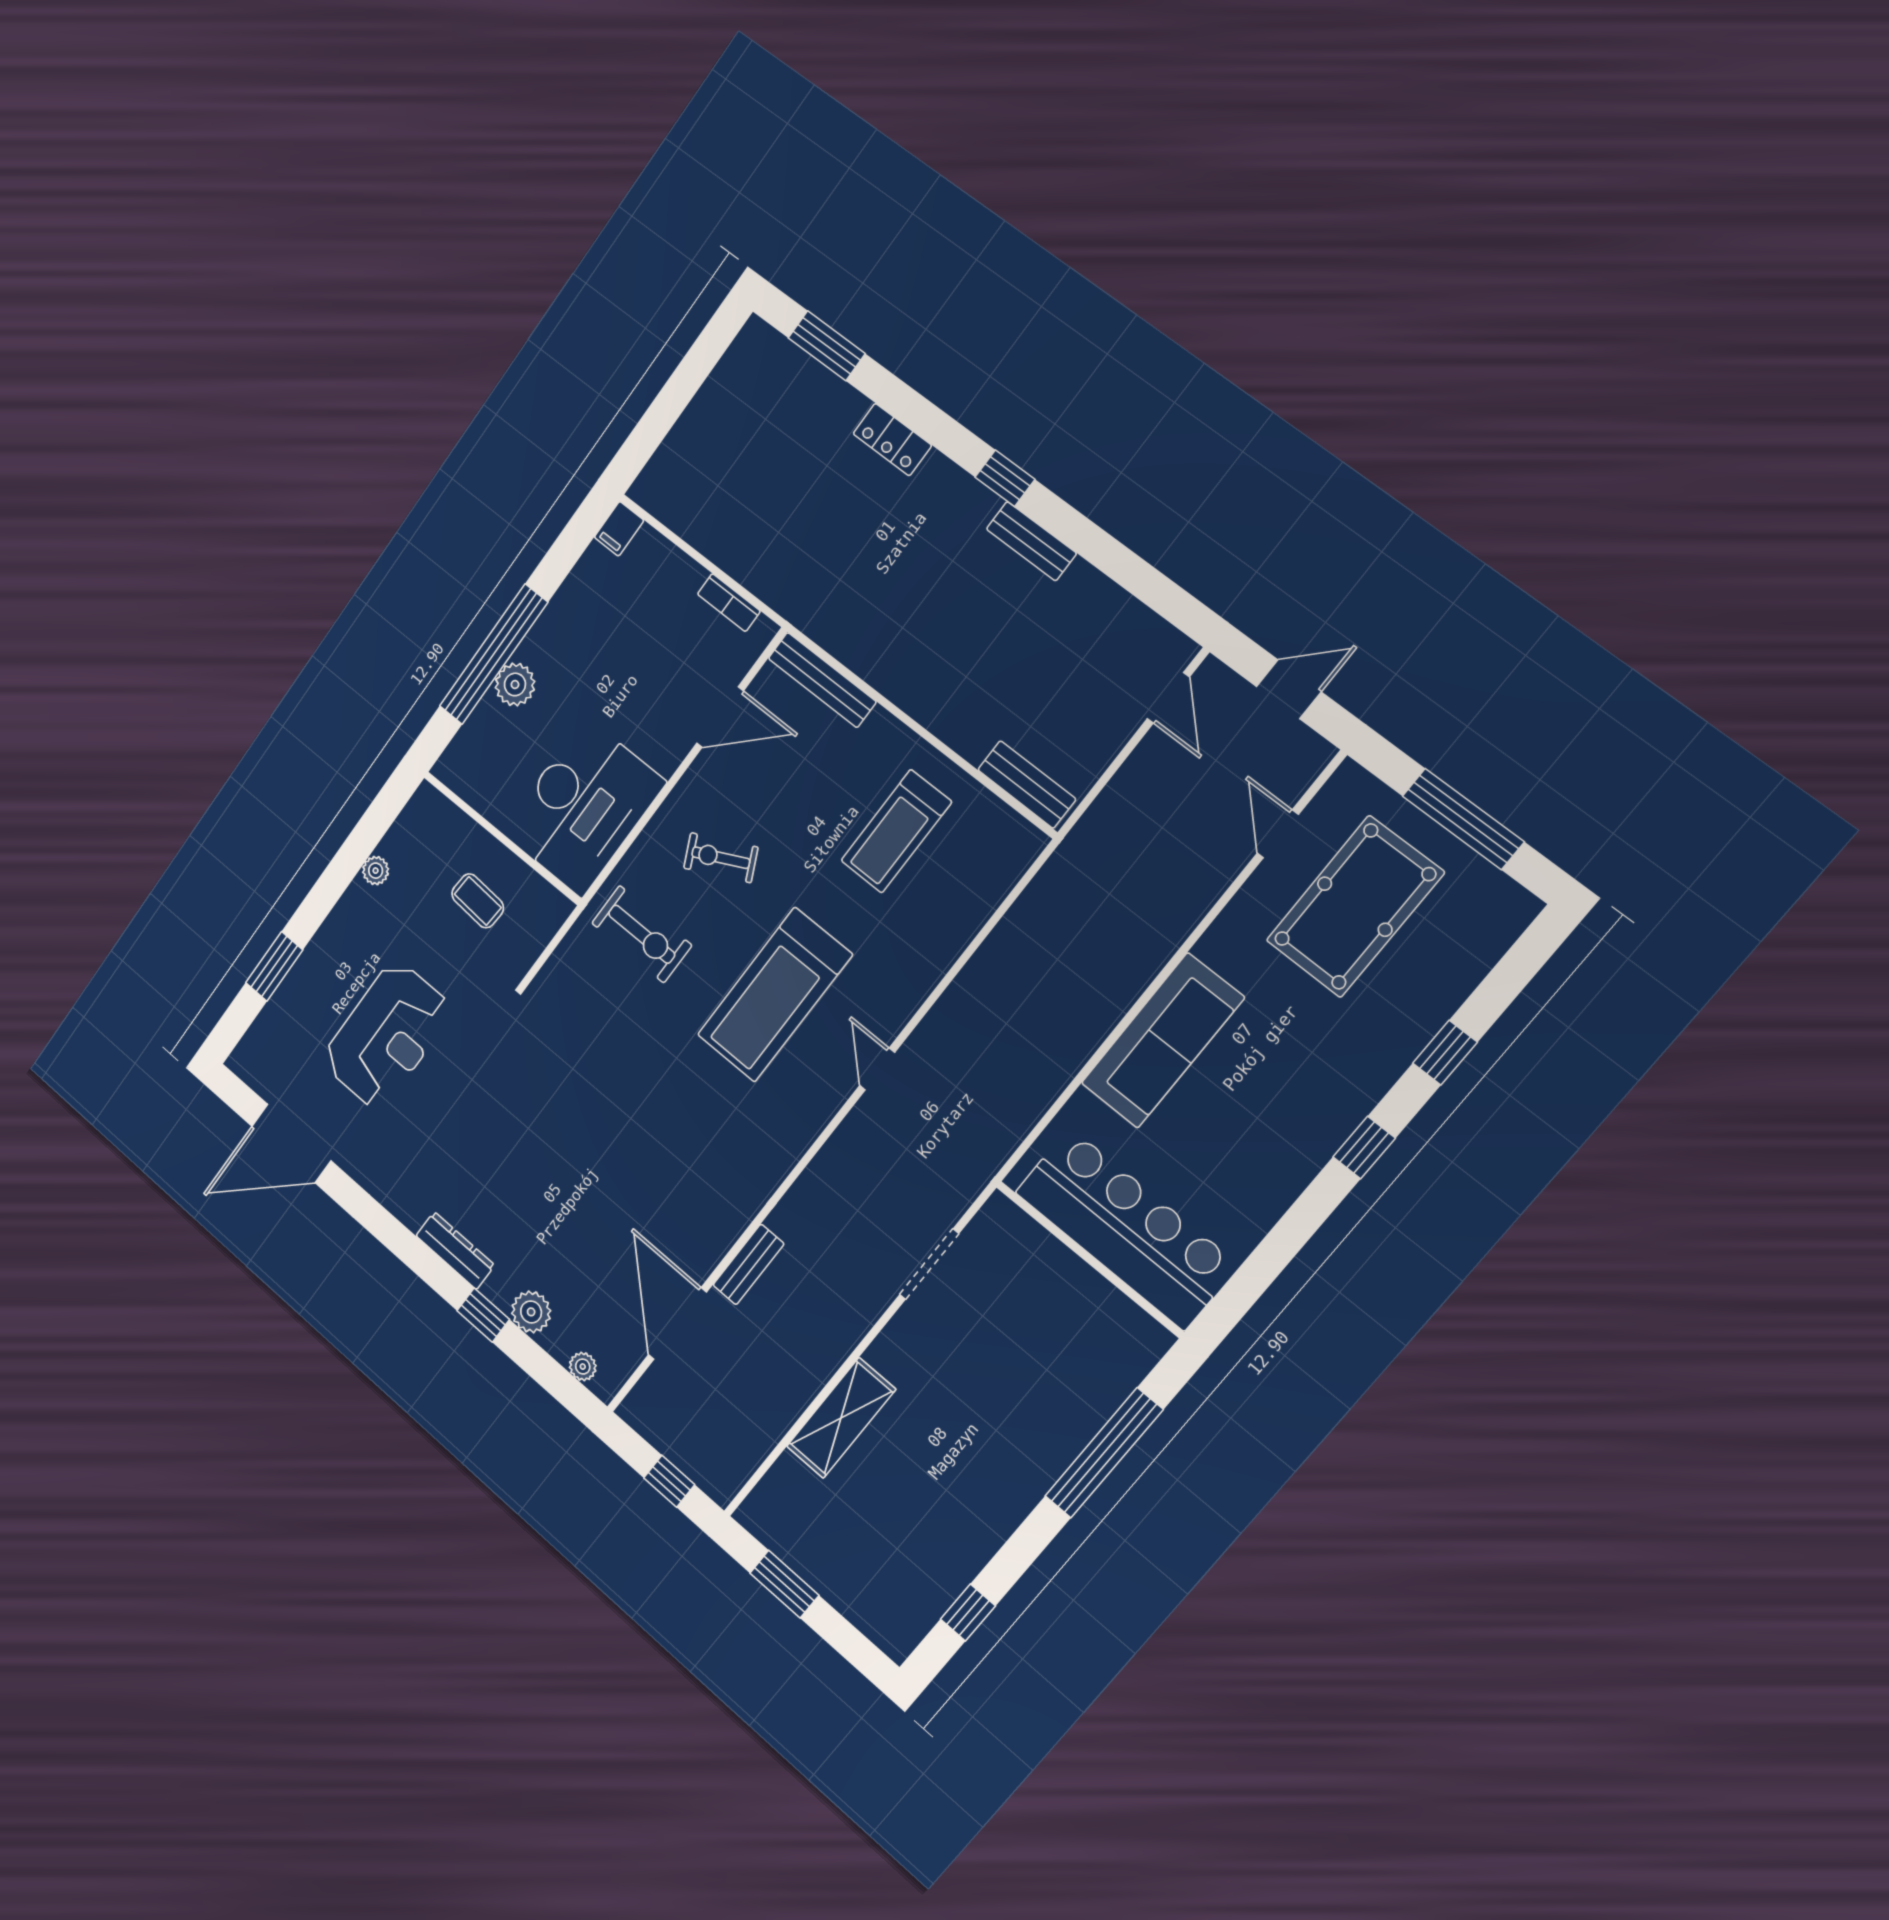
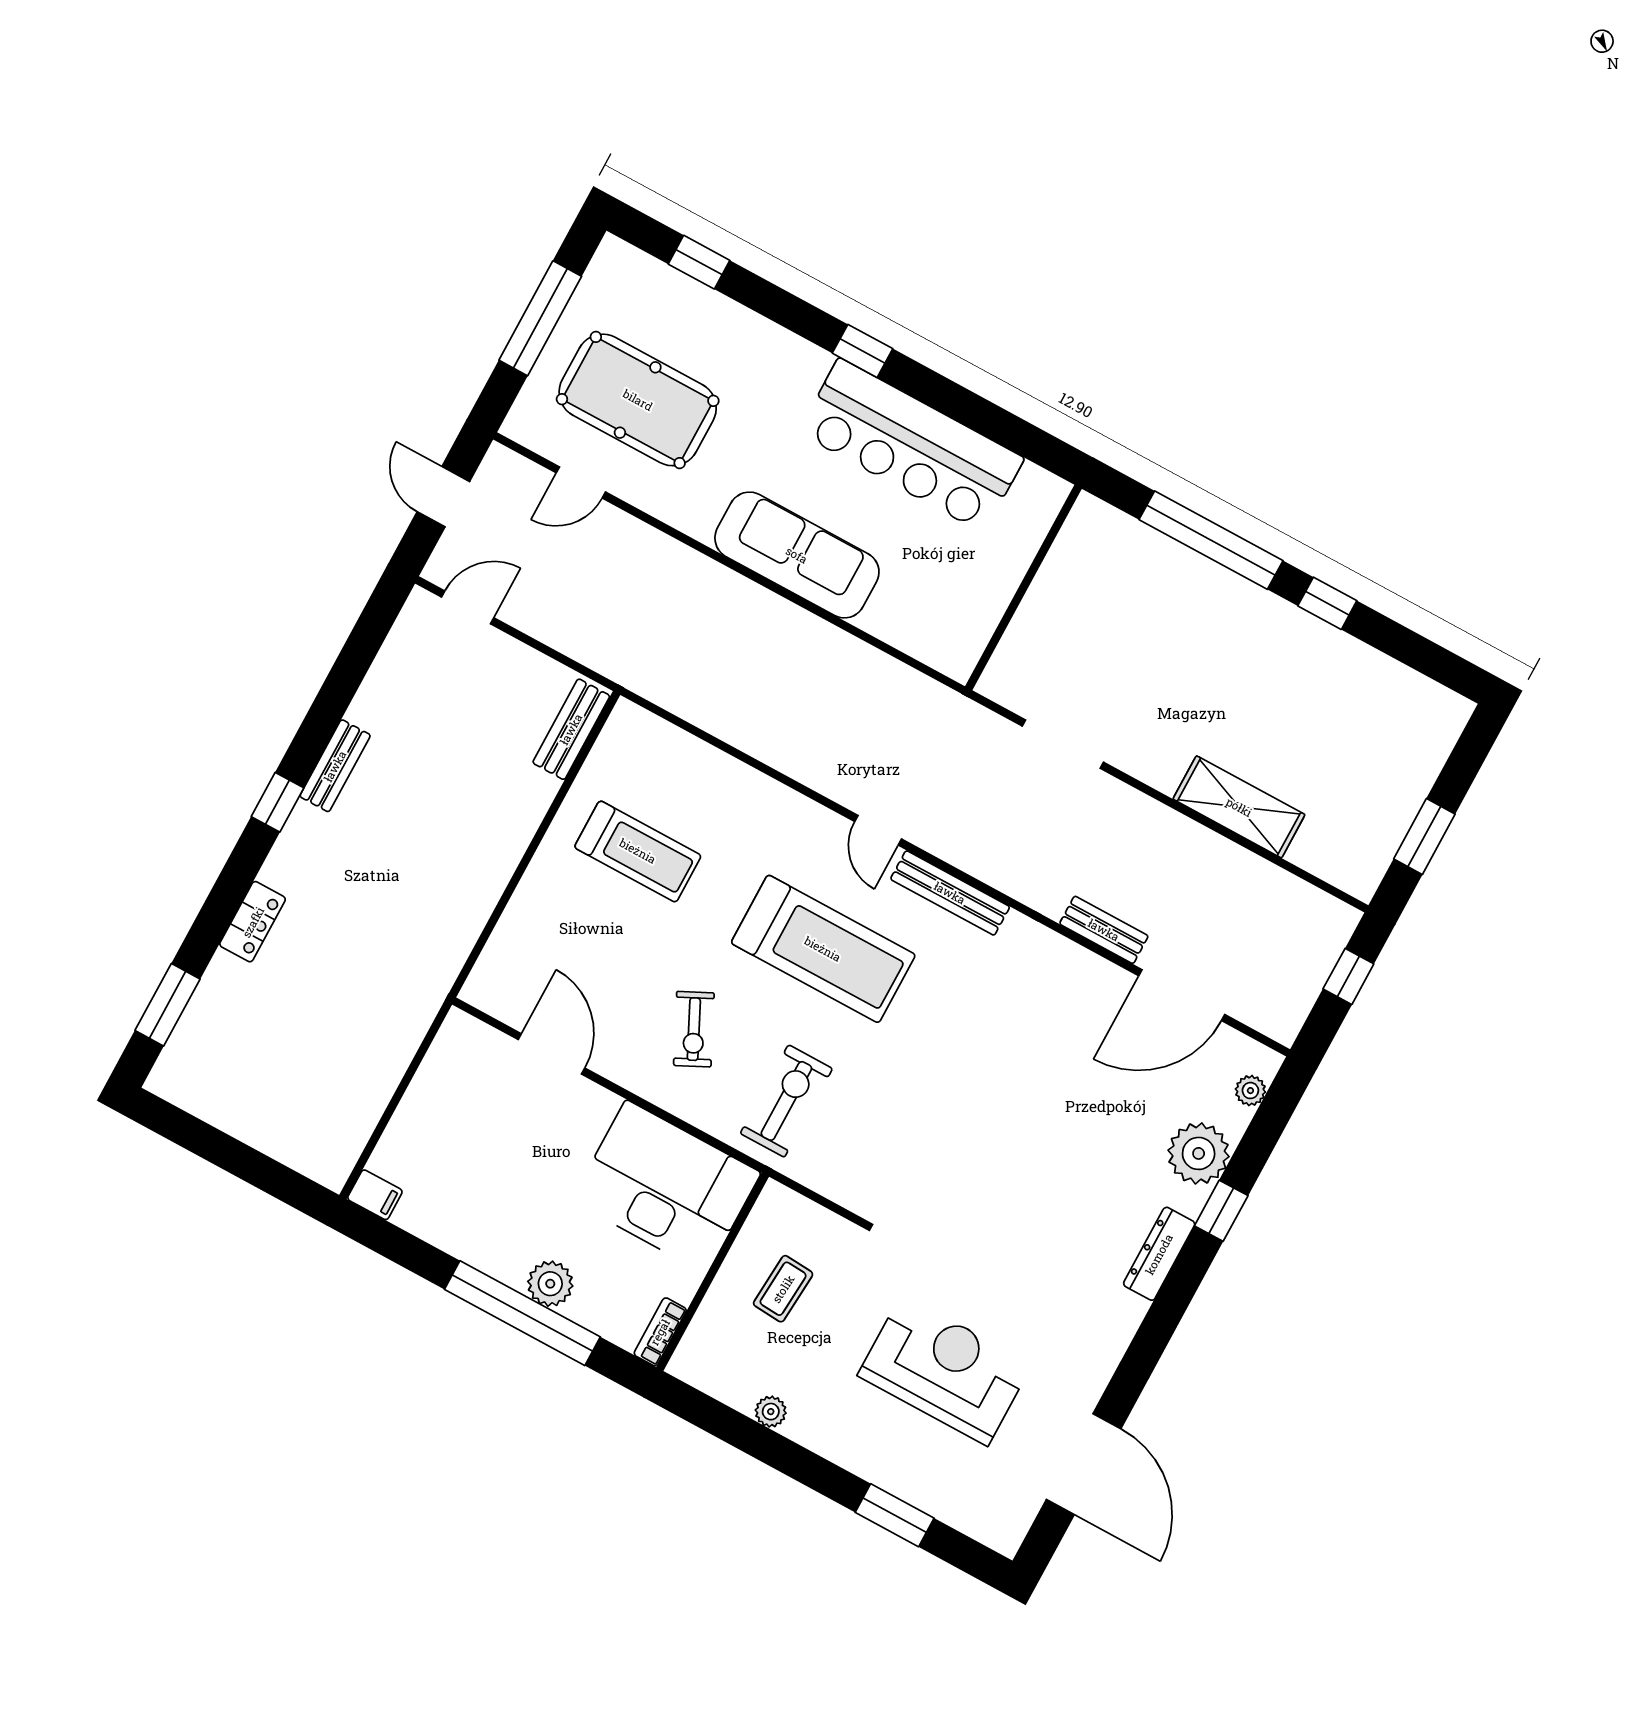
bookcase: (729, 603) -> (660, 1332), moved, turned 180
bench: (822, 680) -> (950, 893), moved, turned 90
window: (1445, 1053) -> (699, 262), moved
door: (877, 1069) -> (878, 830), hinge flipped
bar counter: (1126, 1228) -> (911, 445), moved, turned -90
plant: (531, 1312) -> (1199, 1153), width x1.36, depth x1.36
window: (968, 1613) -> (1327, 603), moved

